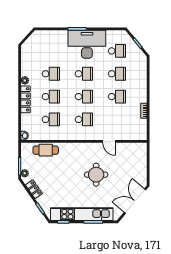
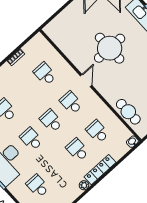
school desk: (51, 74) -> (38, 186), moved
school desk: (117, 97) -> (45, 74), moved
door: (109, 141) -> (86, 81), moved
round table: (96, 175) -> (110, 48), width x1.36, depth x1.36

